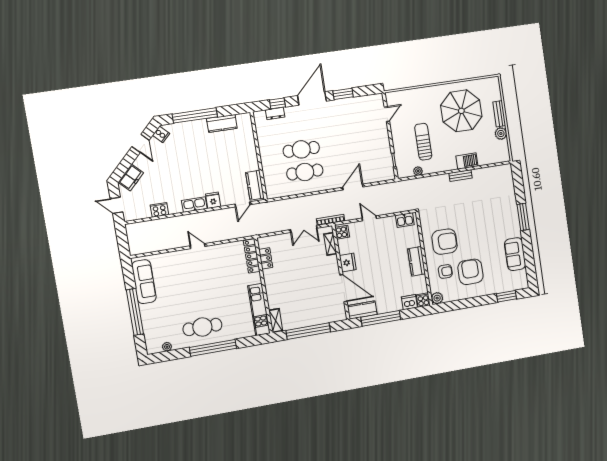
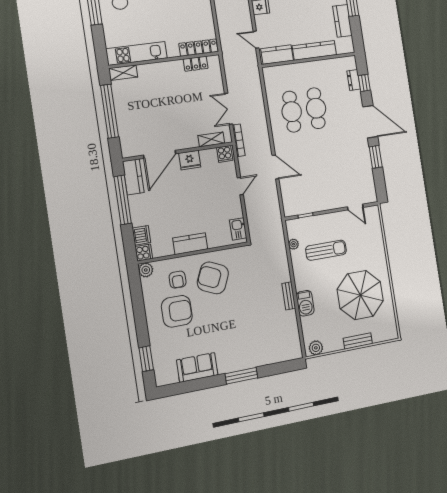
plant: (501, 134) -> (316, 348), moved
kitchen counter: (250, 150) -> (314, 50), added
armchair: (445, 242) -> (213, 278), turned 114

